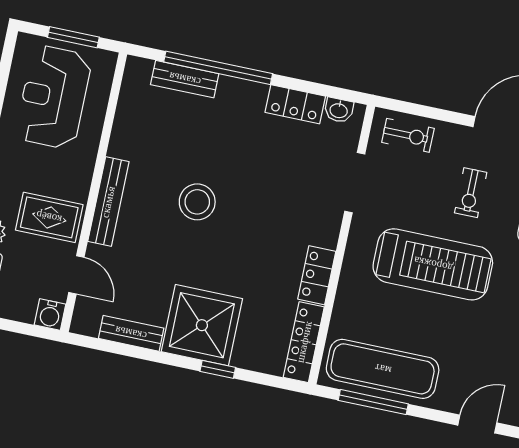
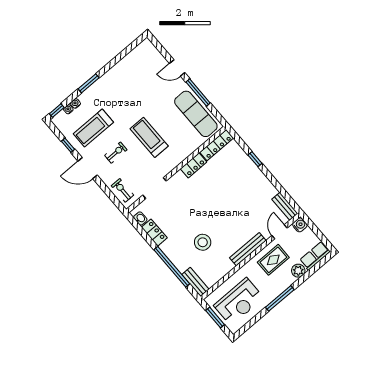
bench: (185, 79) -> (195, 282), moved
stool: (197, 202) -> (203, 242), moved
rug: (49, 217) -> (273, 260), turned 90
treadmill: (433, 264) -> (149, 137), width x0.73, depth x0.73
shower: (202, 325) -> (248, 179), removed
bench: (131, 333) -> (285, 206), moved
window: (373, 402) -> (198, 92), moved

